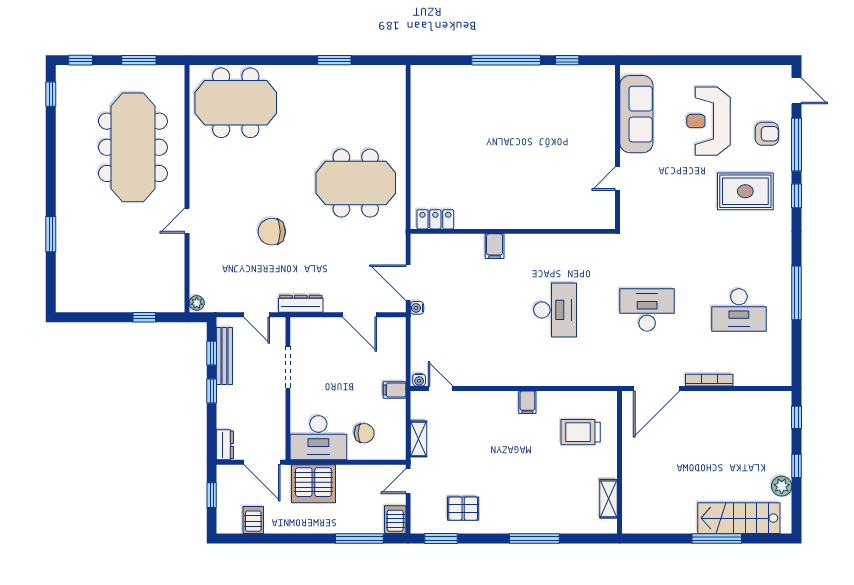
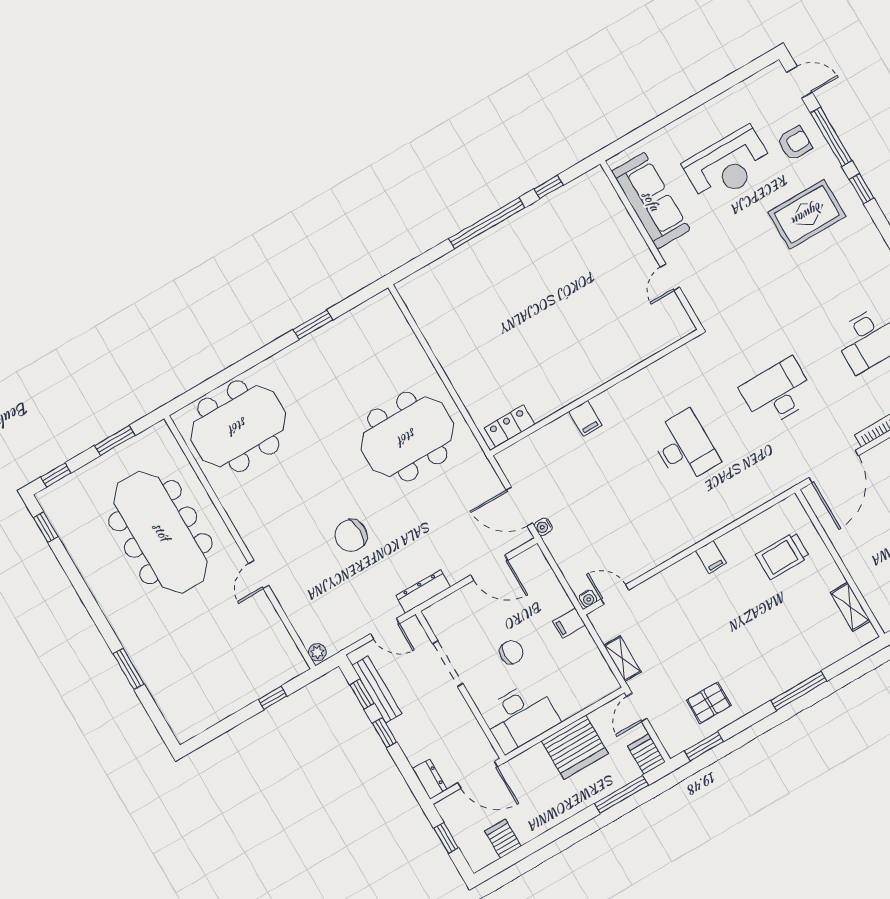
reception desk: (708, 121) -> (728, 165), turned -90
chair: (364, 433) -> (511, 652), moved
server rack: (313, 484) -> (575, 747), moved

